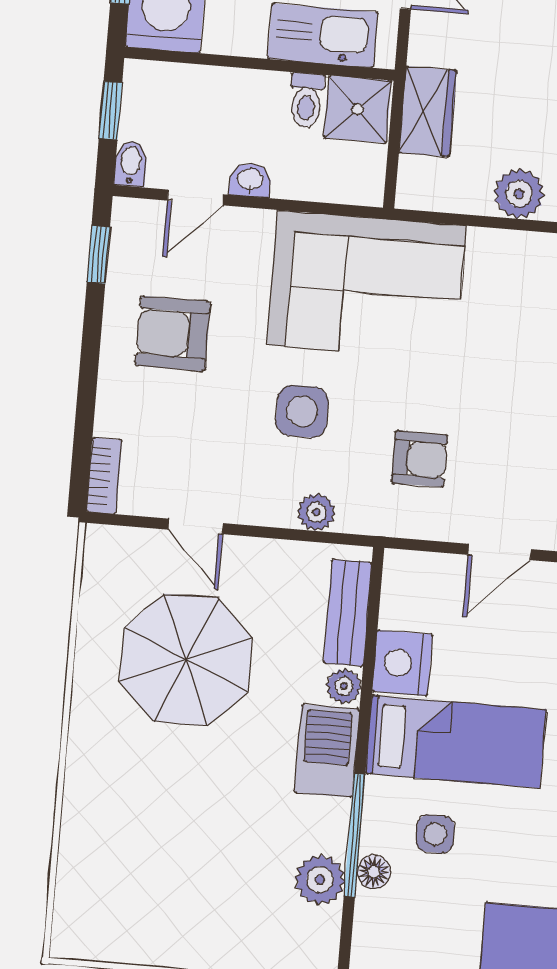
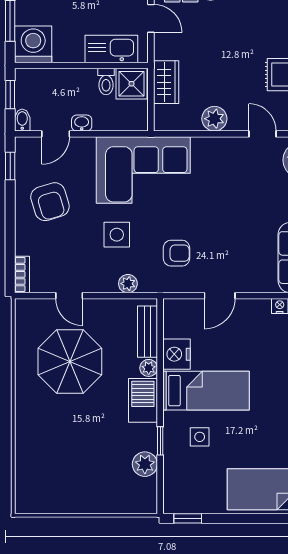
armchair: (173, 333) -> (50, 202), turned -107
window: (355, 835) -> (160, 441), width x0.46
floor lamp: (374, 872) -> (171, 458), removed

